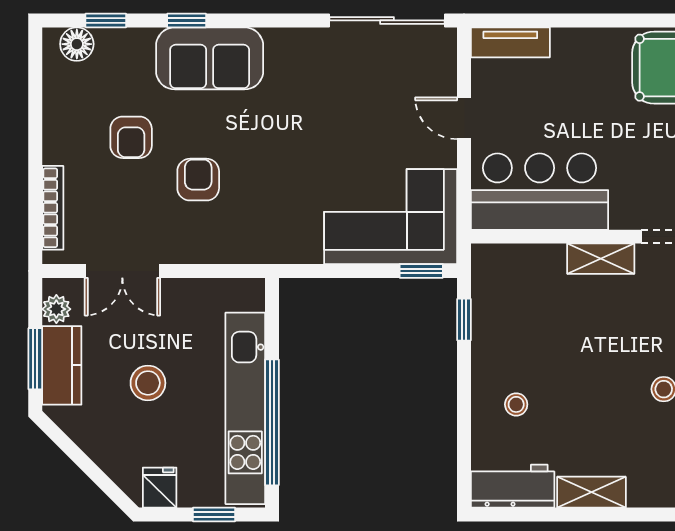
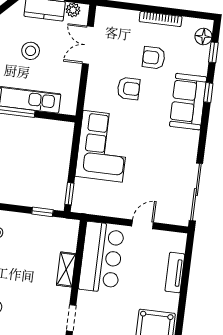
tv unit: (510, 42) -> (175, 273), moved
bookcase: (53, 208) -> (161, 19), moved
corner sofa: (391, 217) -> (103, 146), moved
shelving: (601, 259) -> (66, 269), moved

